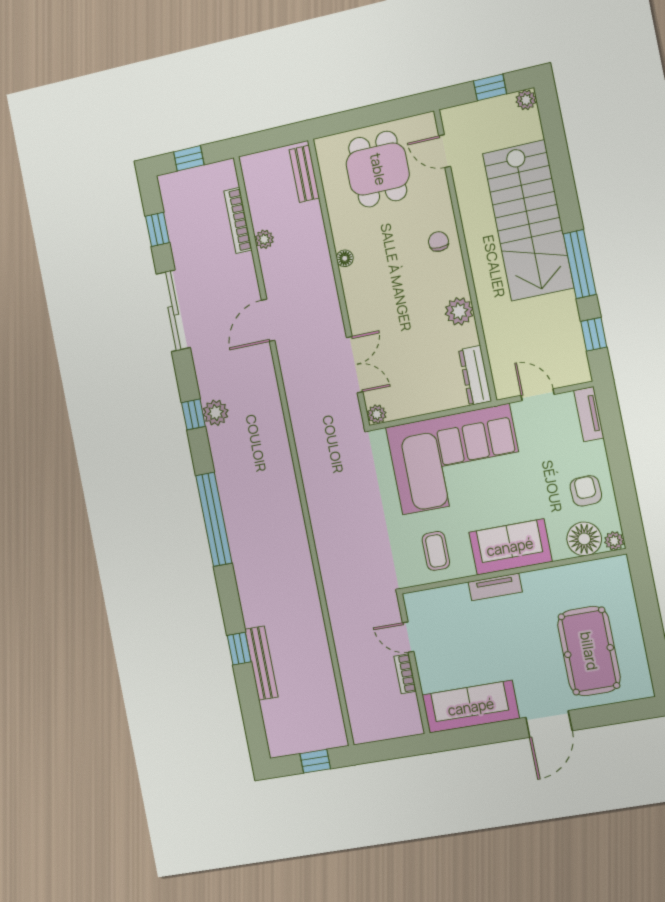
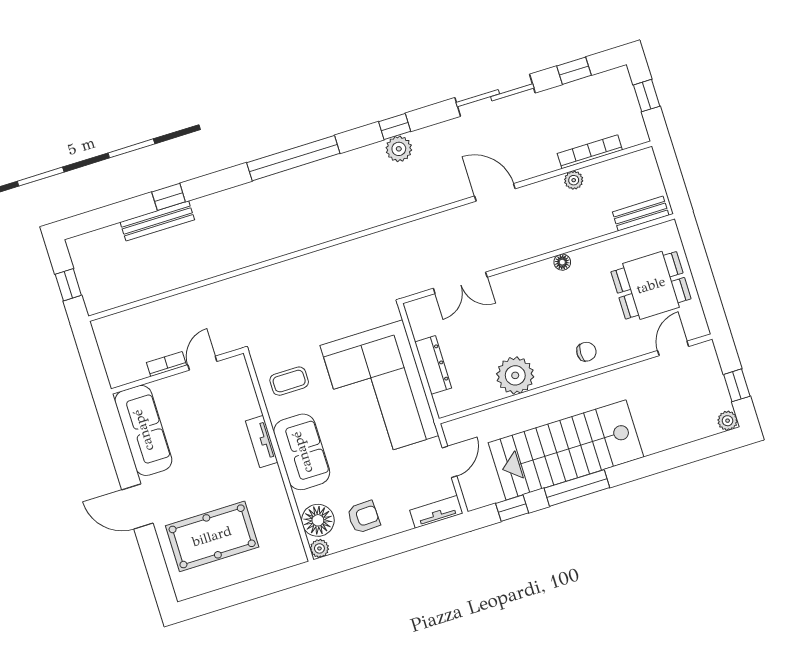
stairs: (528, 221) -> (566, 450), moved
plant: (459, 311) -> (515, 375), width x1.36, depth x1.36
dresser: (475, 375) -> (433, 365), moved, turned 90
plant: (377, 414) -> (415, 309), removed

